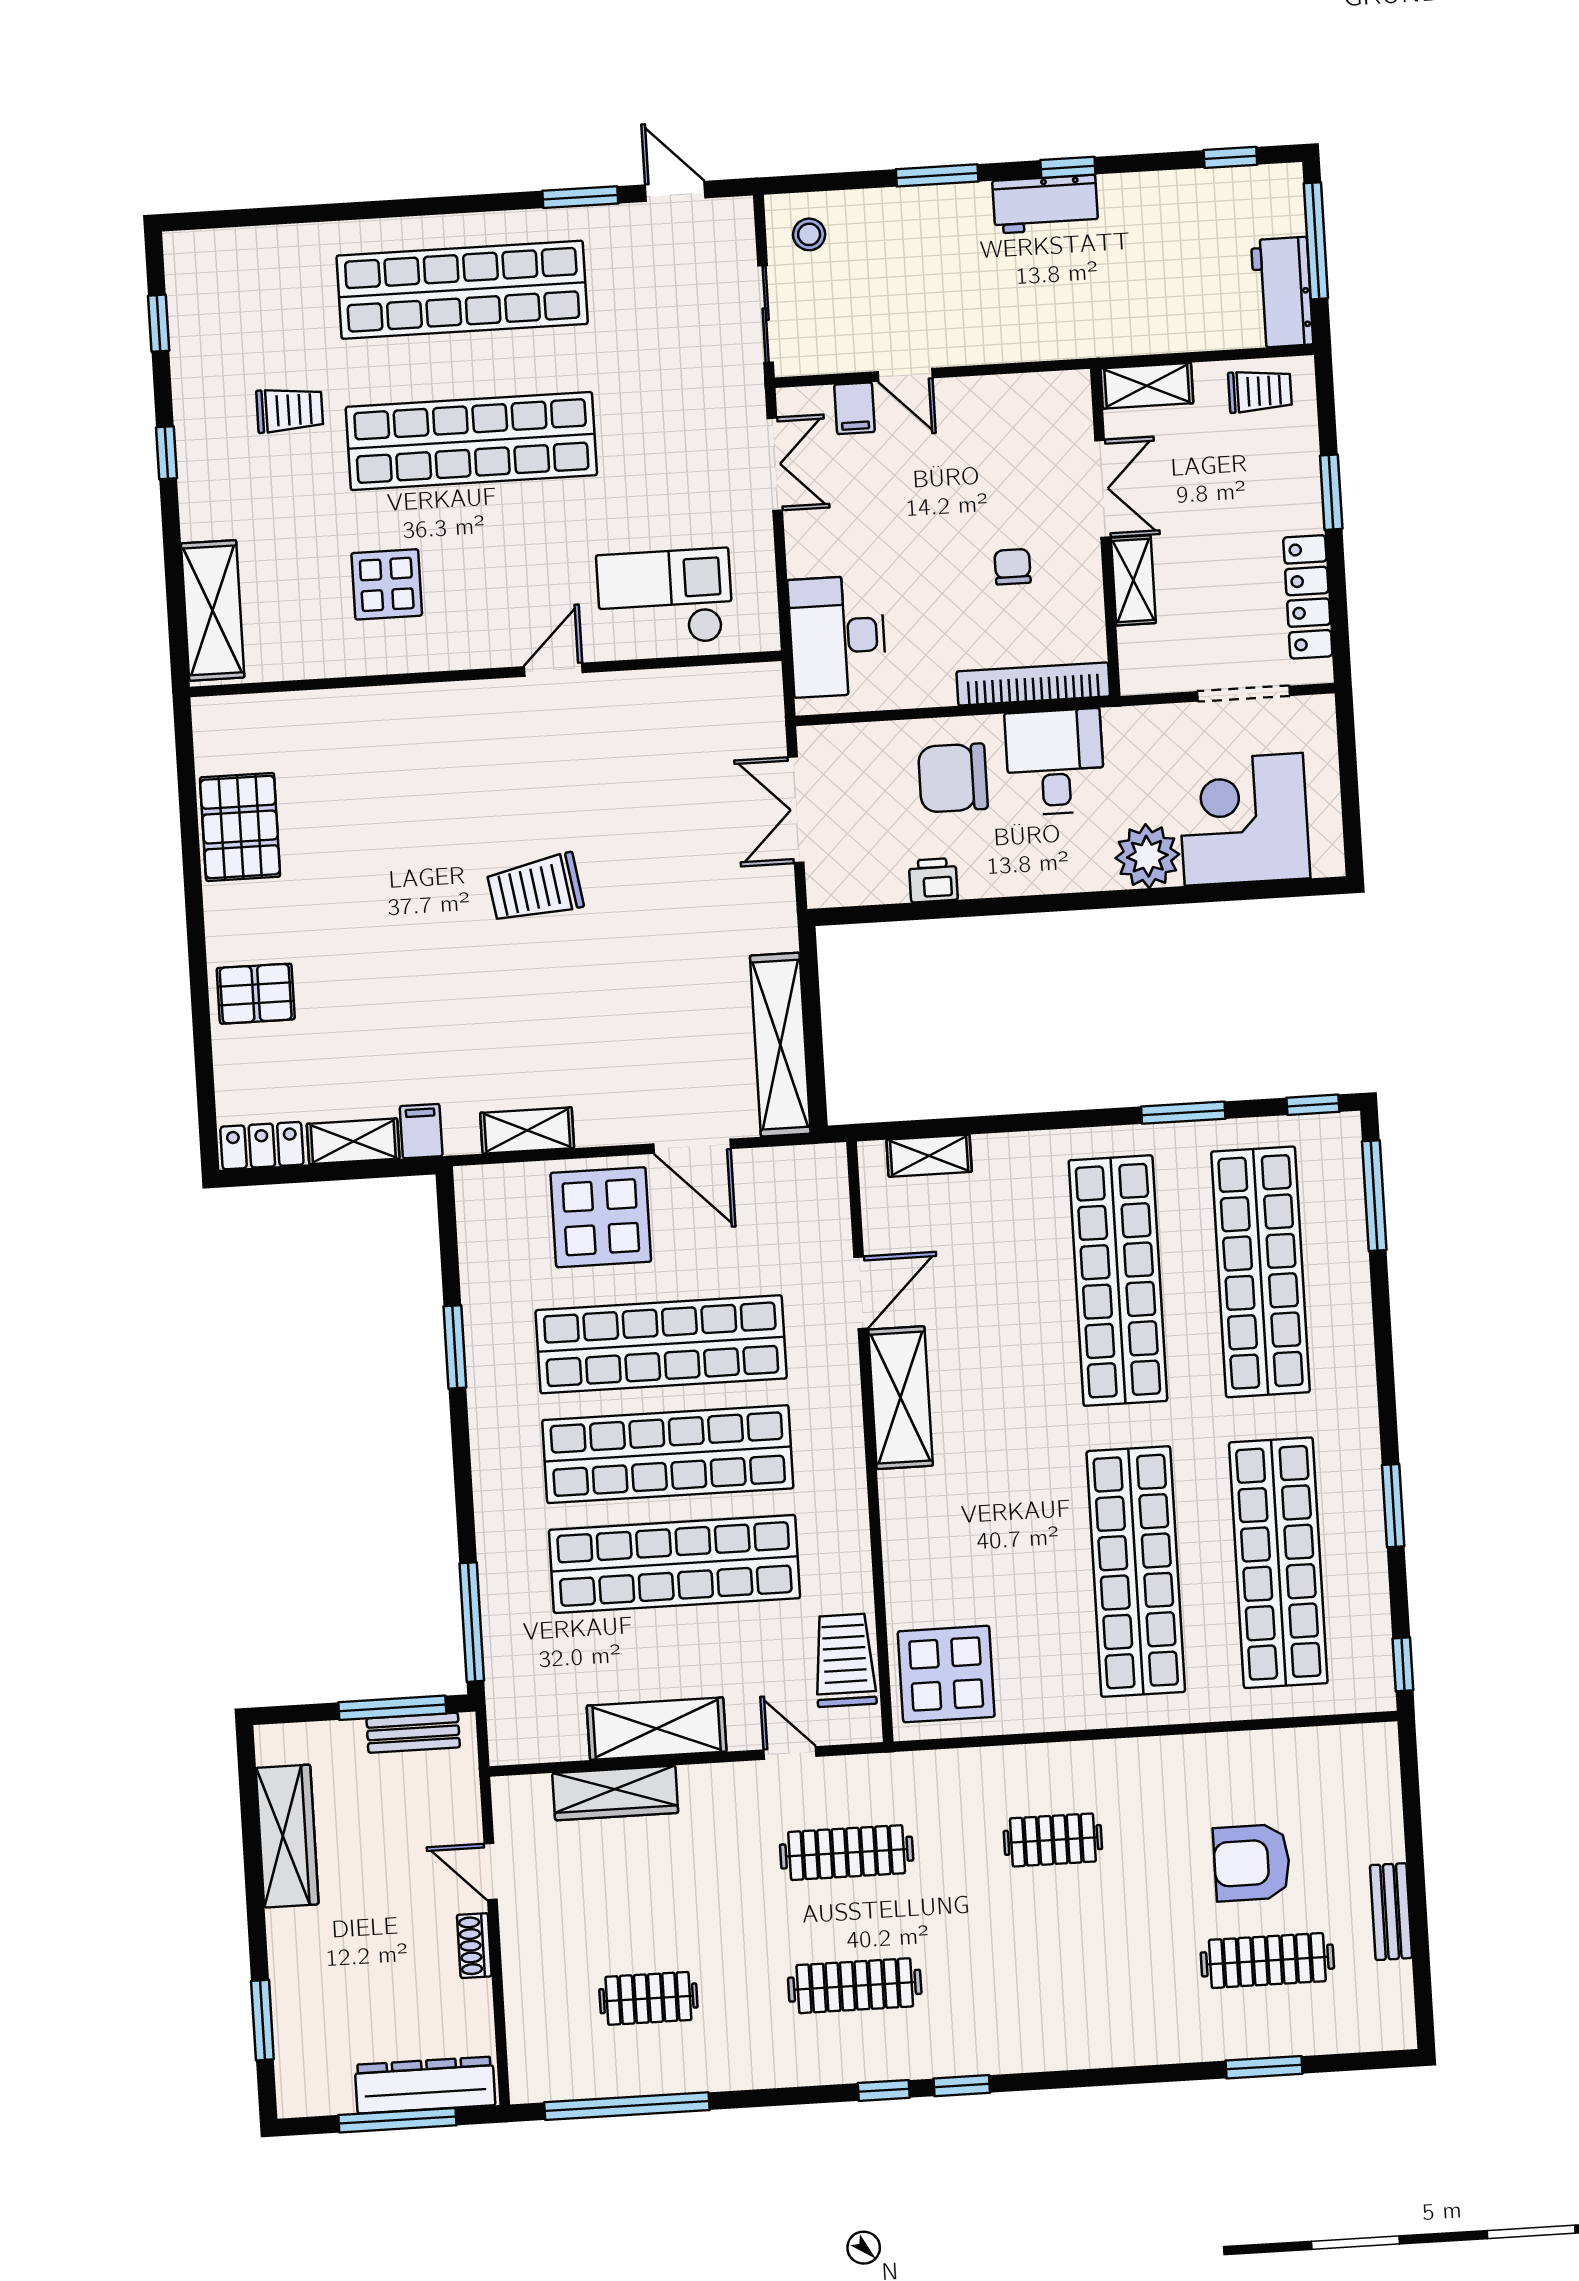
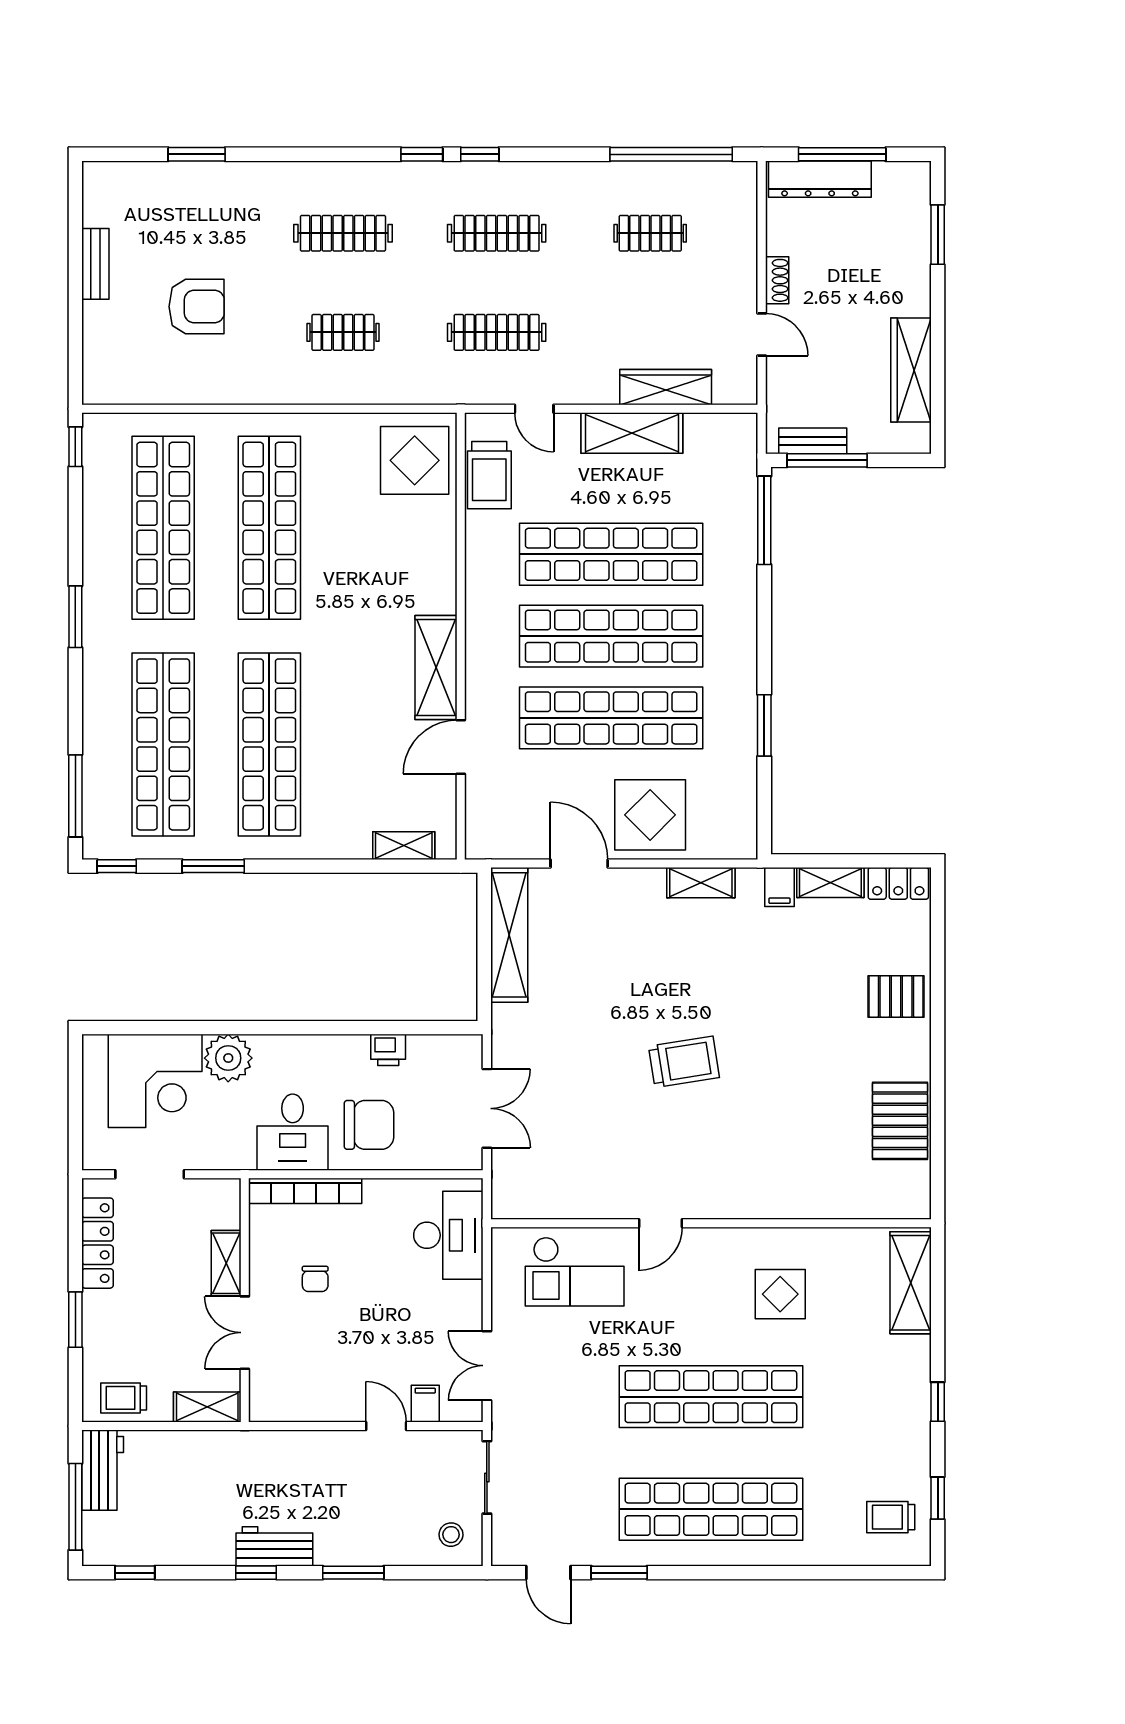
trolley: (290, 410) -> (891, 1517), moved
window: (1393, 1506) -> (75, 617), moved
clothes rail: (1267, 1960) -> (343, 233), moved

